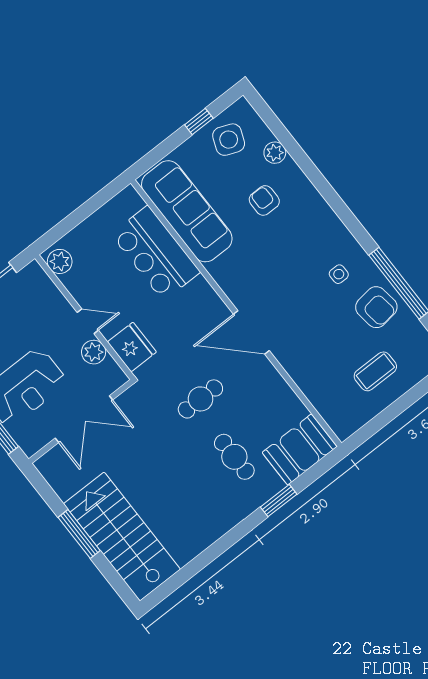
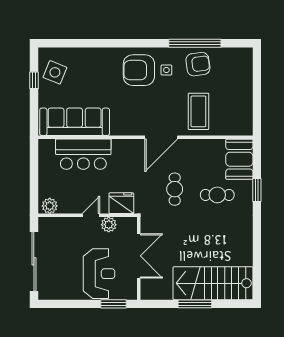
plant: (275, 153) -> (80, 54), removed
armchair: (264, 200) -> (139, 70), moved, width x1.88, depth x1.88
coffee table: (375, 371) -> (198, 111), moved, width x1.36, depth x1.32

